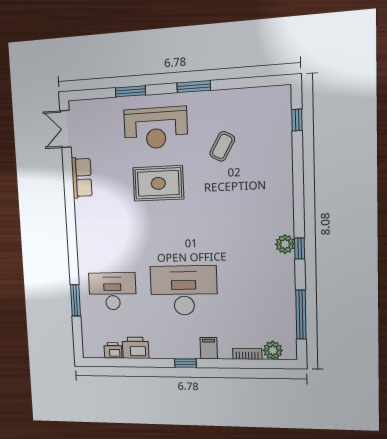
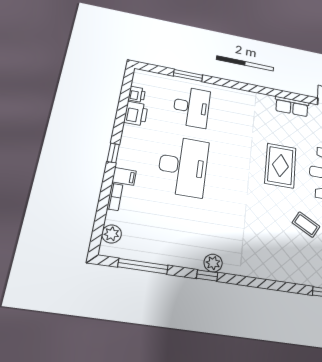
bookcase: (247, 354) -> (115, 197), moved

